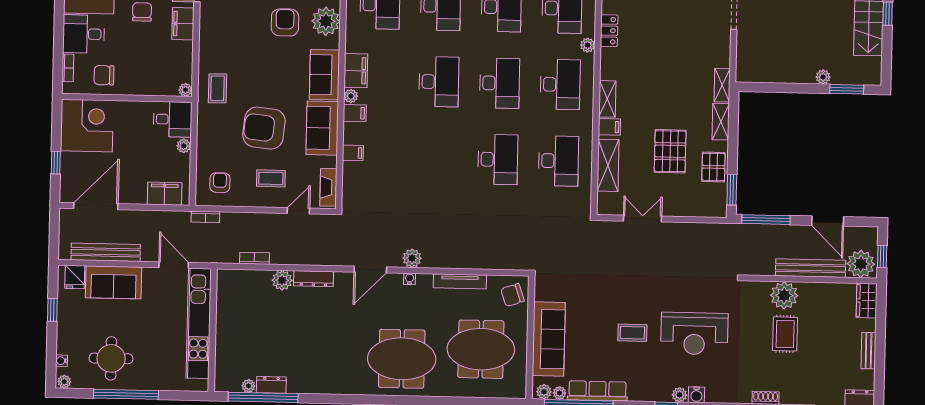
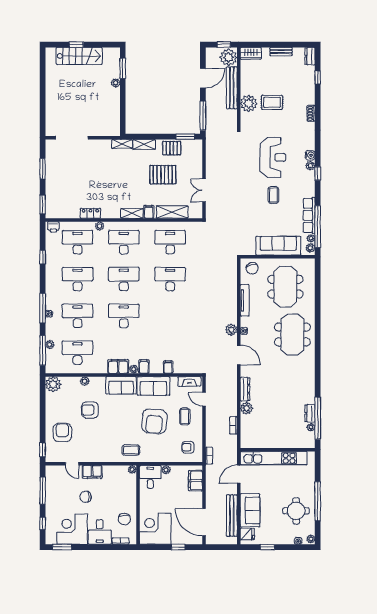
plant: (326, 21) -> (85, 381), width x0.53, depth x0.53

